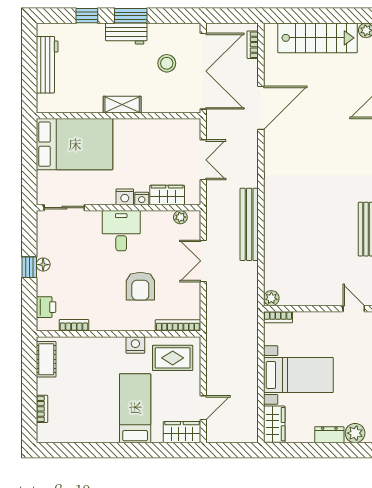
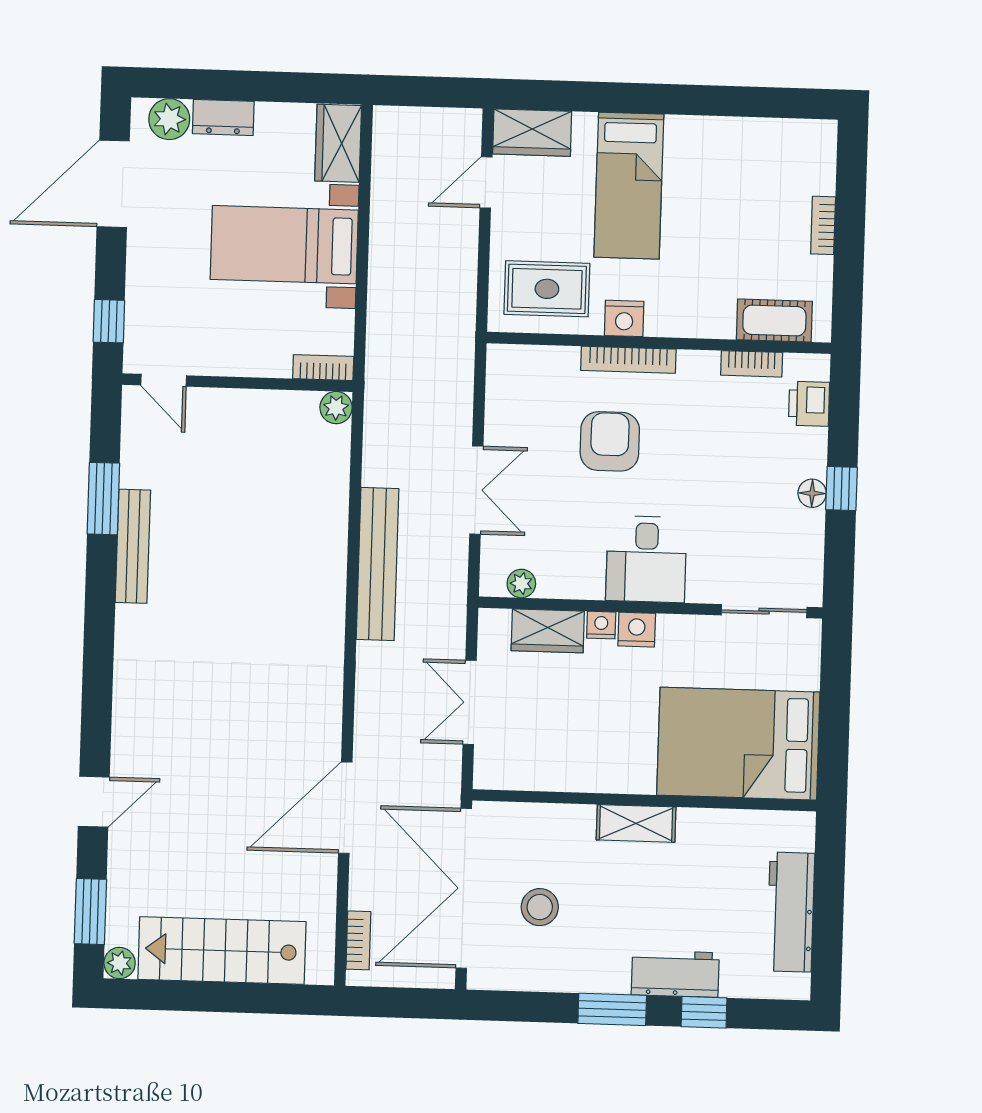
workbench: (126, 34) -> (675, 974), moved
bookcase: (178, 325) -> (628, 360), moved
cot: (46, 359) -> (774, 321), moved, turned 90
bookcase: (42, 409) -> (823, 225), moved

